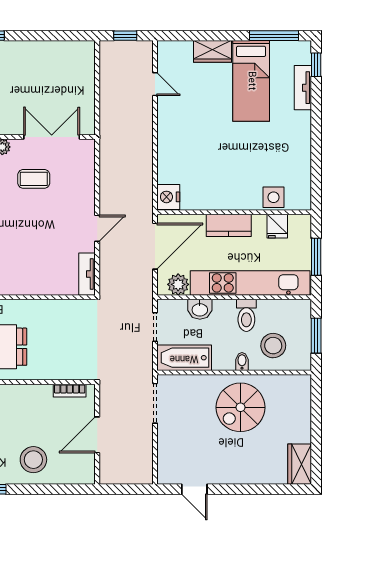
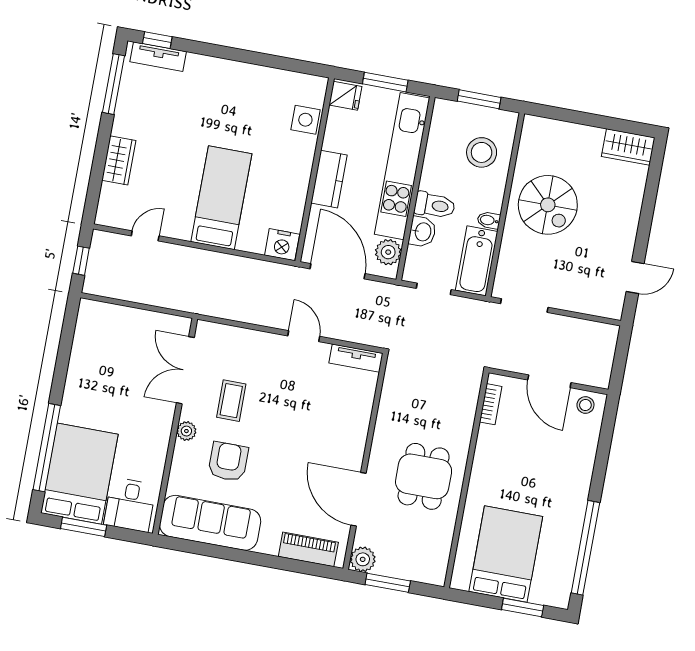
bed: (251, 81) -> (221, 198), moved, turned -90
tv unit: (303, 88) -> (158, 57), moved
fridge: (277, 226) -> (345, 96), moved
toilet: (246, 315) -> (435, 205), moved
bidet: (242, 362) -> (489, 220), moved
stool: (33, 460) -> (585, 405), moved, width x0.53, depth x0.53

